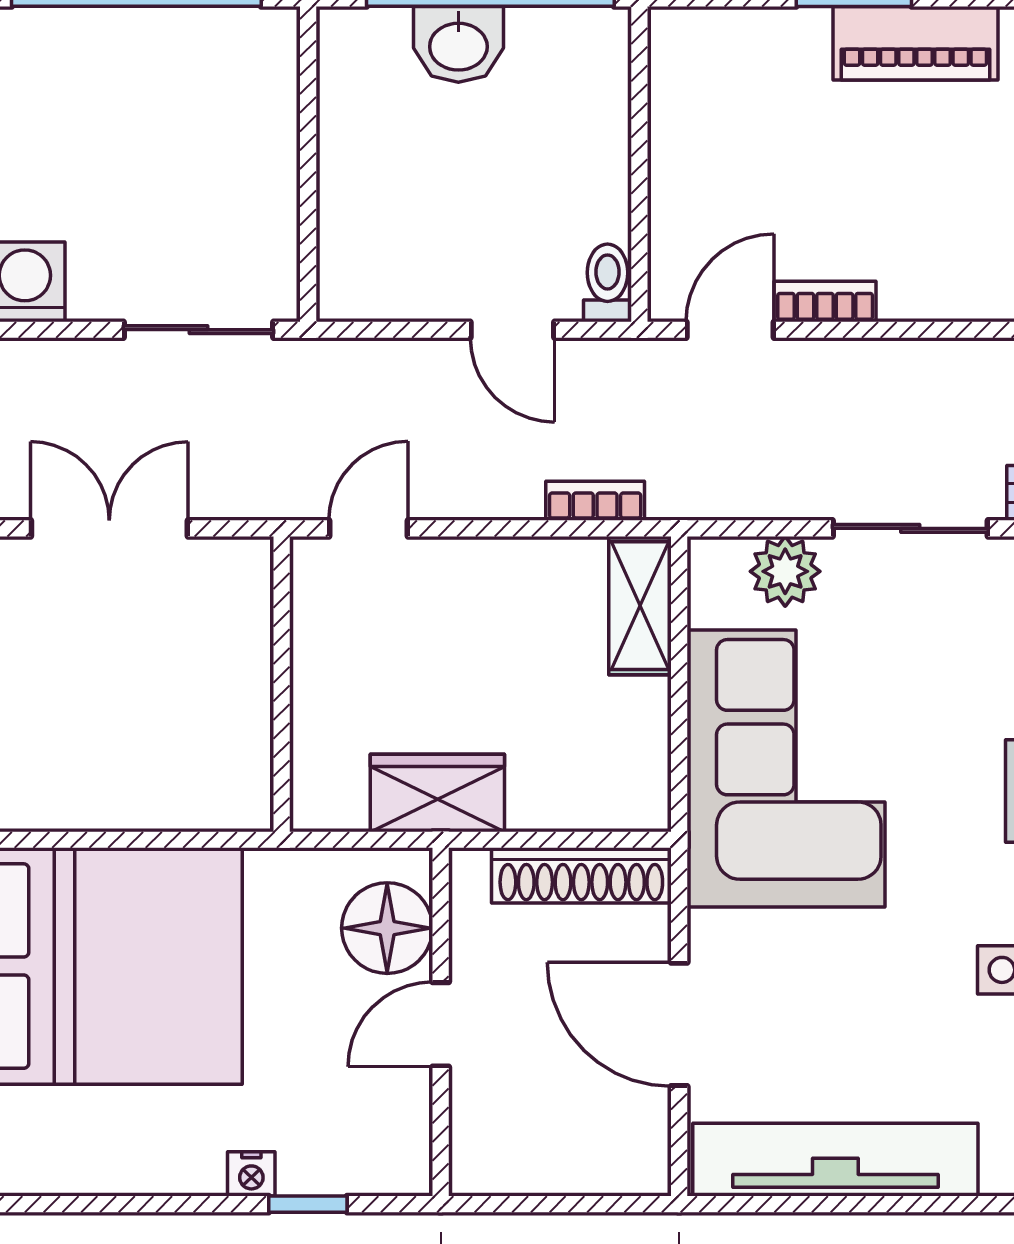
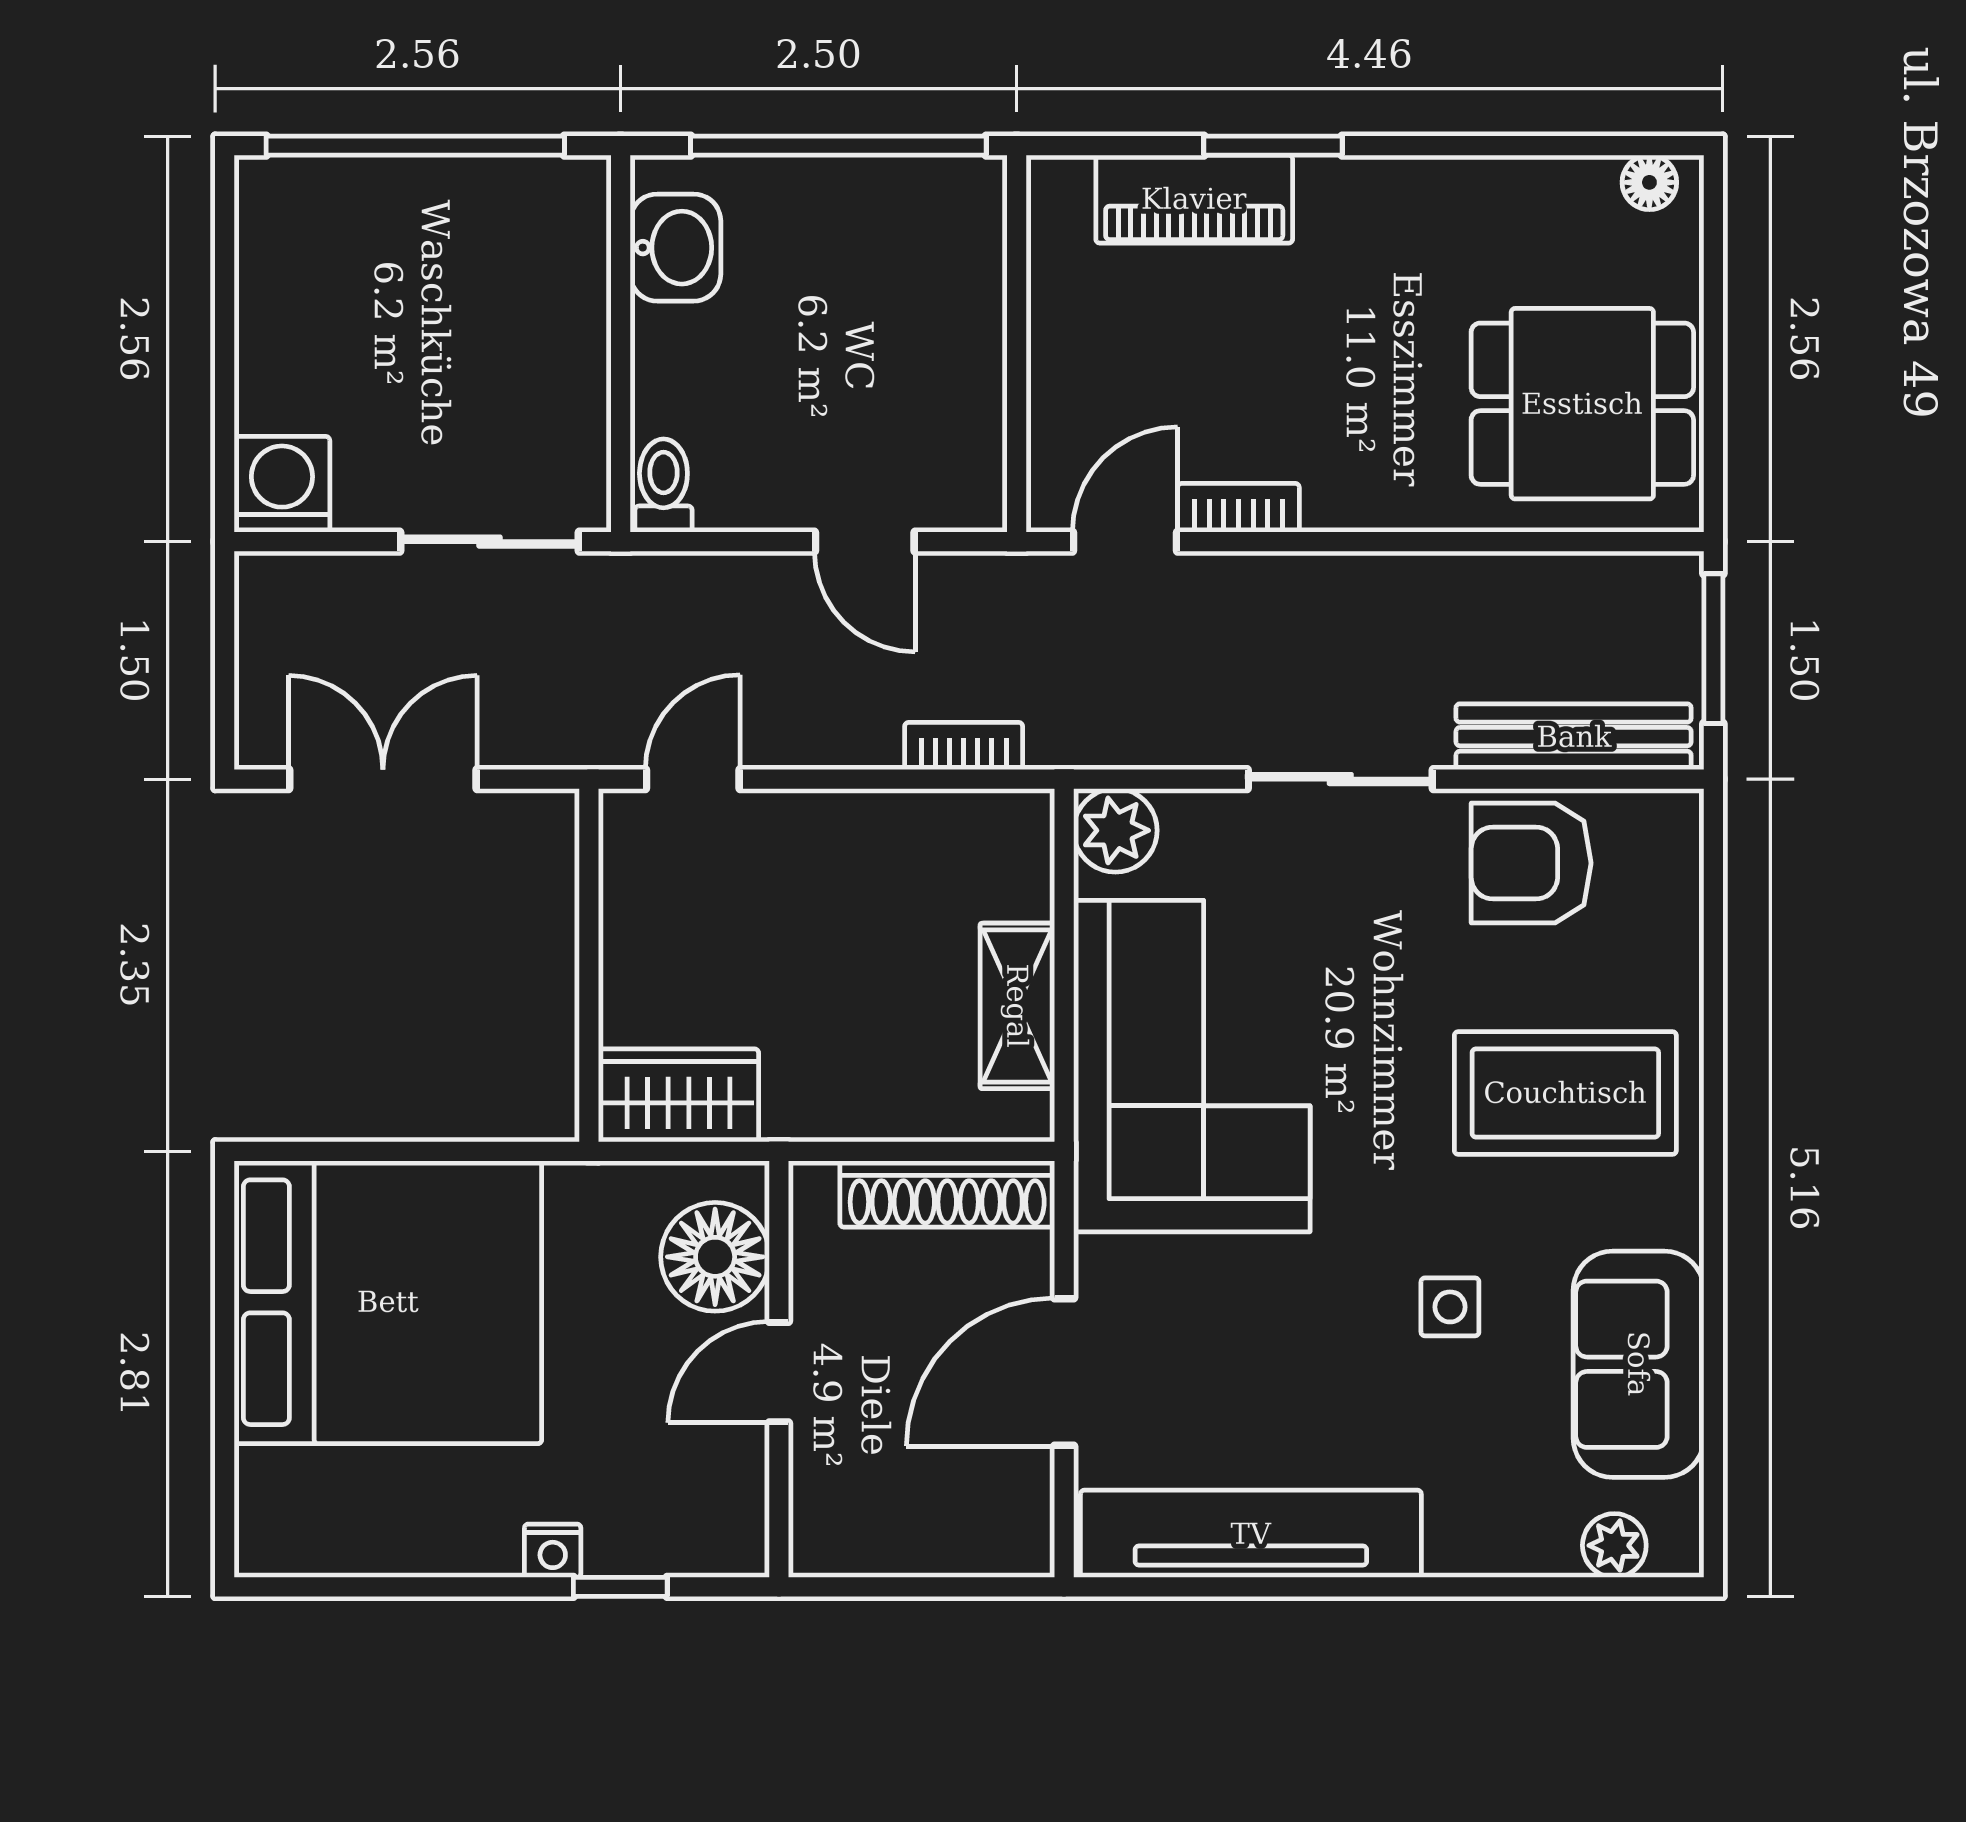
piano: (915, 43) -> (1194, 199), moved
washbasin: (458, 44) -> (675, 248), moved, turned -90
toilet: (607, 283) -> (663, 486), moved
plant: (785, 571) -> (1115, 830), moved
shelving: (640, 606) -> (1017, 1006), moved
wardrobe: (437, 793) -> (678, 1095), moved
door: (679, 1024) -> (1064, 1372), hinge flipped

